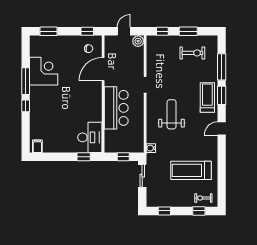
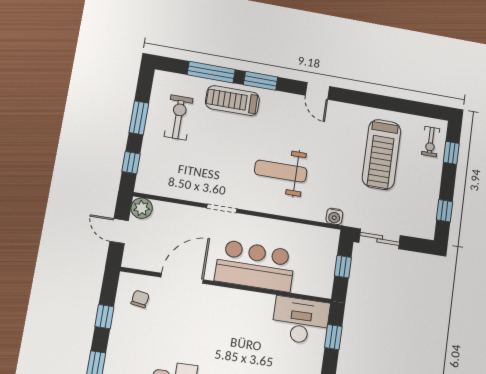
window: (87, 31) -> (104, 317), moved
door: (103, 69) -> (182, 278), swing flipped
treadmill: (207, 98) -> (232, 101), moved

